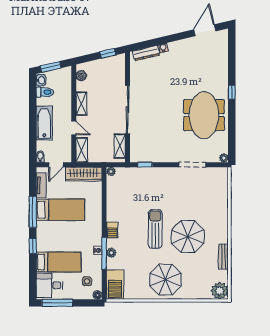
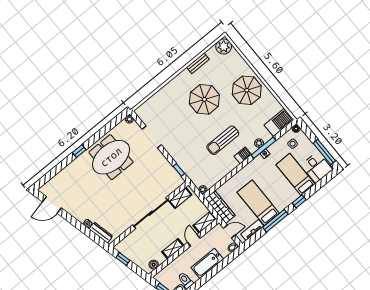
sun lounger: (155, 229) -> (223, 140), moved

